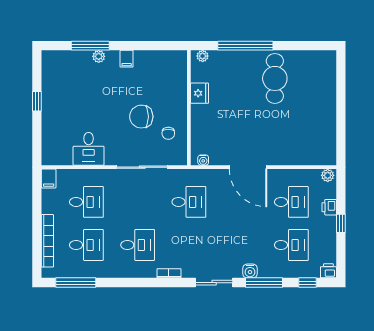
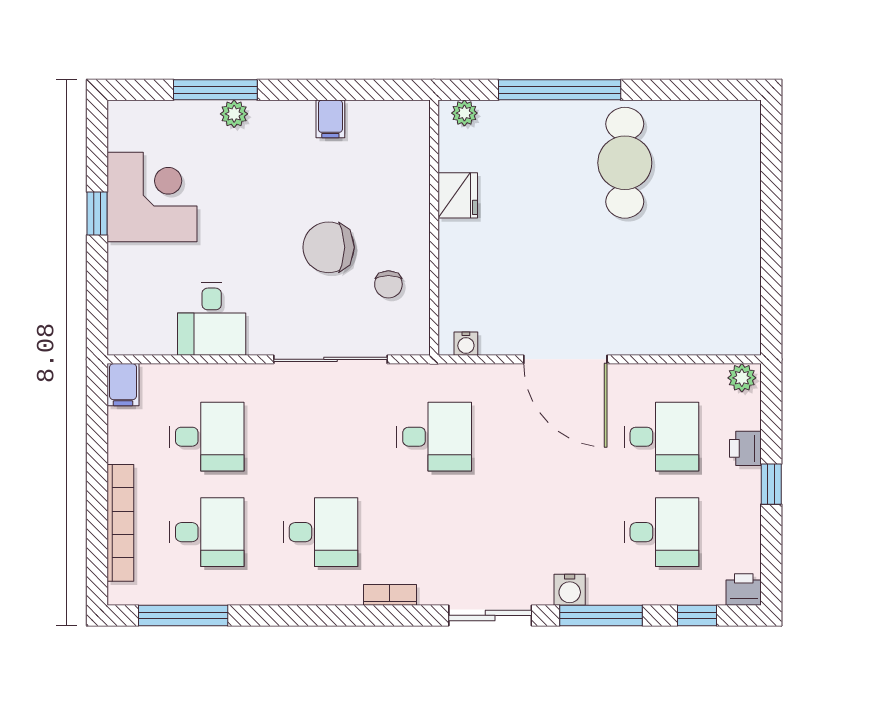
filing cabinet: (127, 59) -> (330, 119), moved
corner desk: (62, 94) -> (152, 197), added

